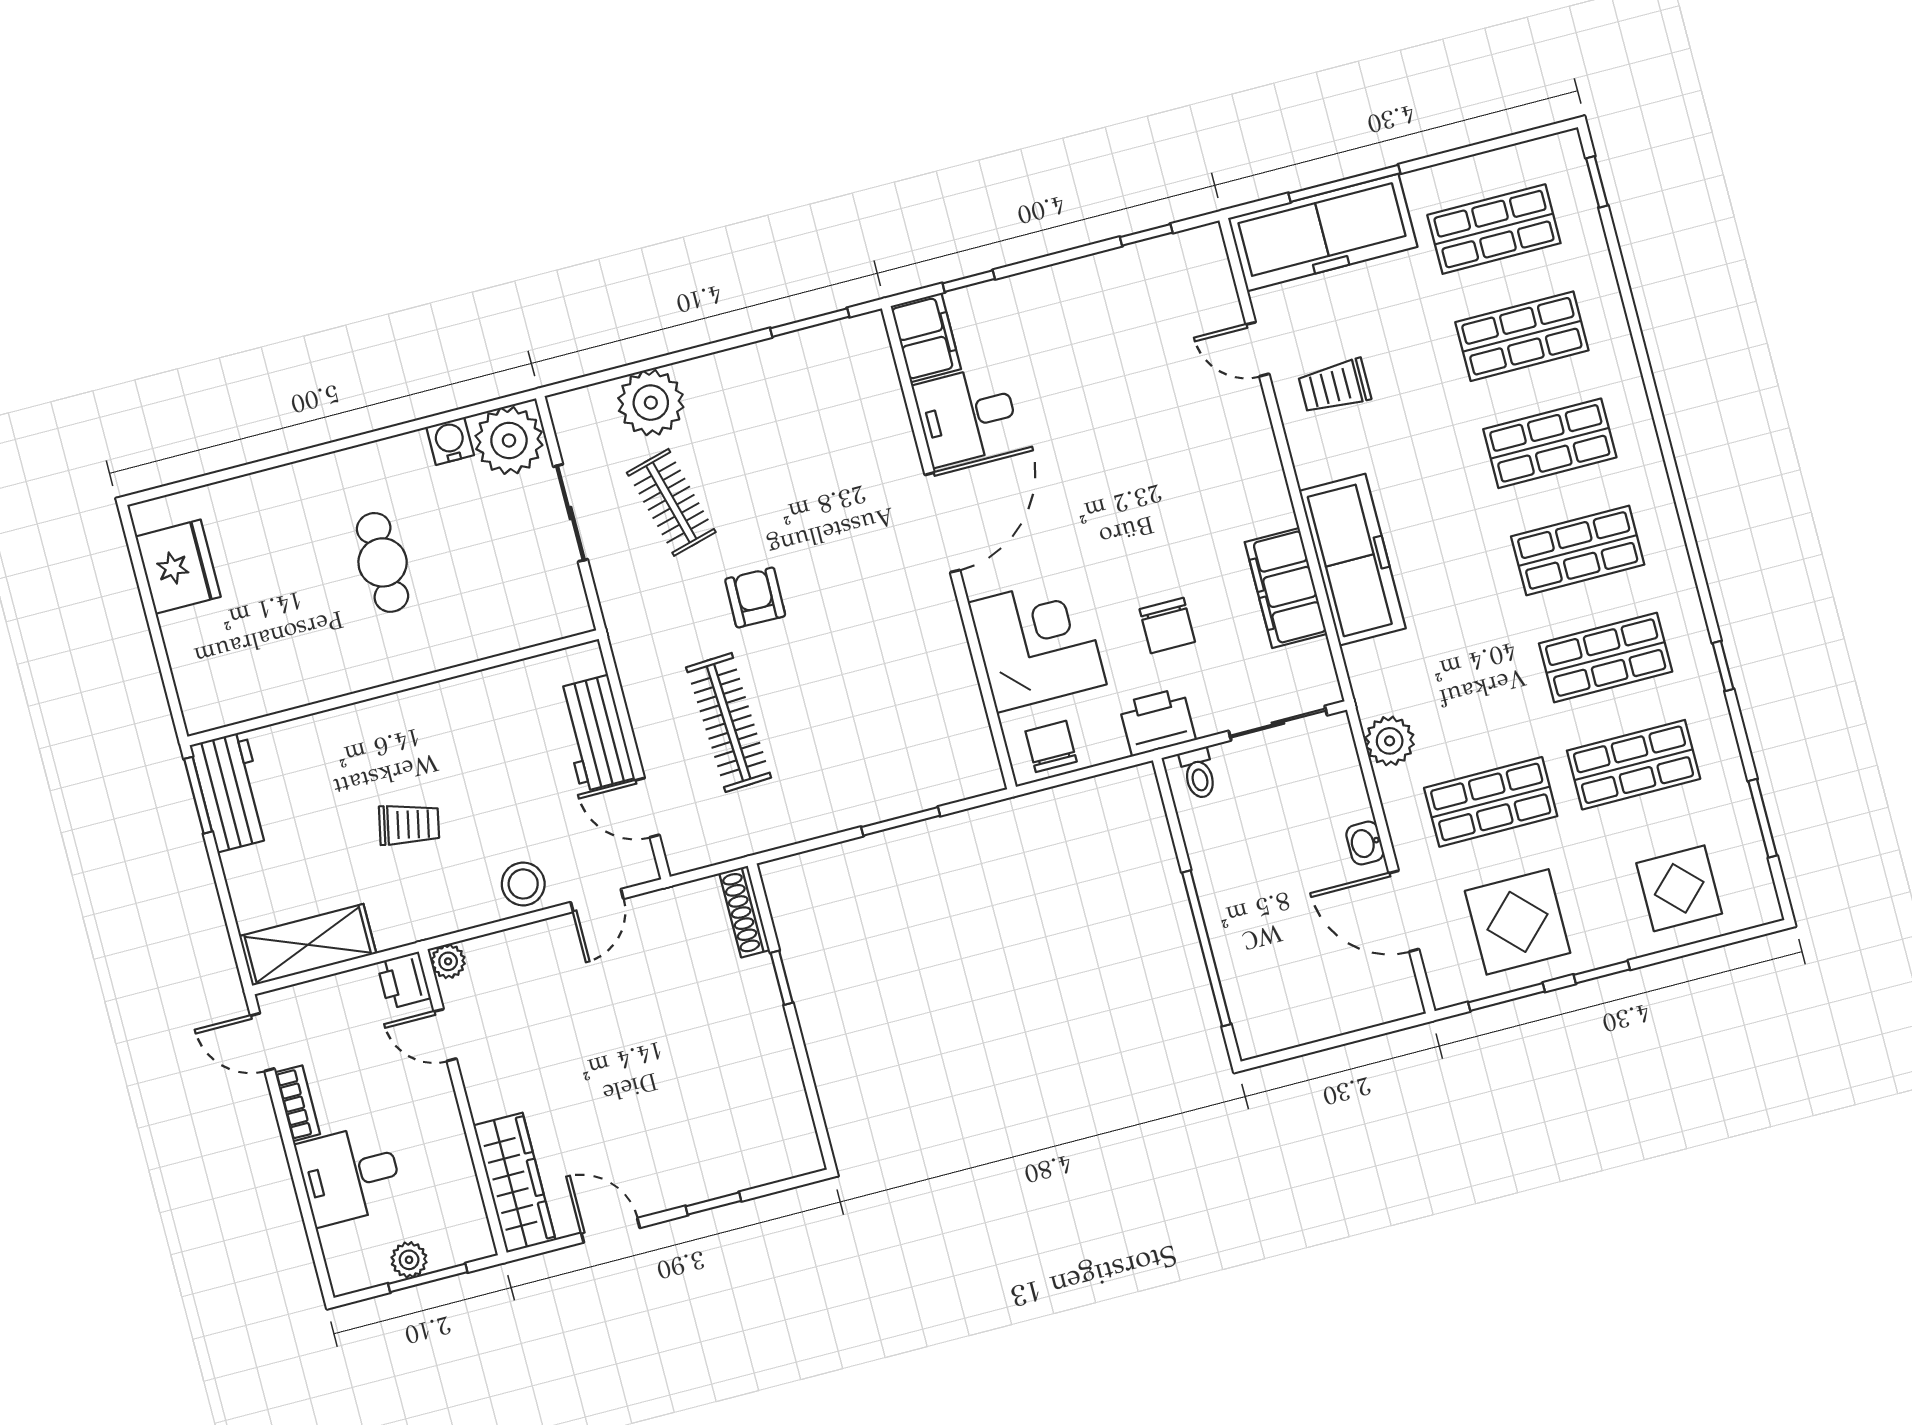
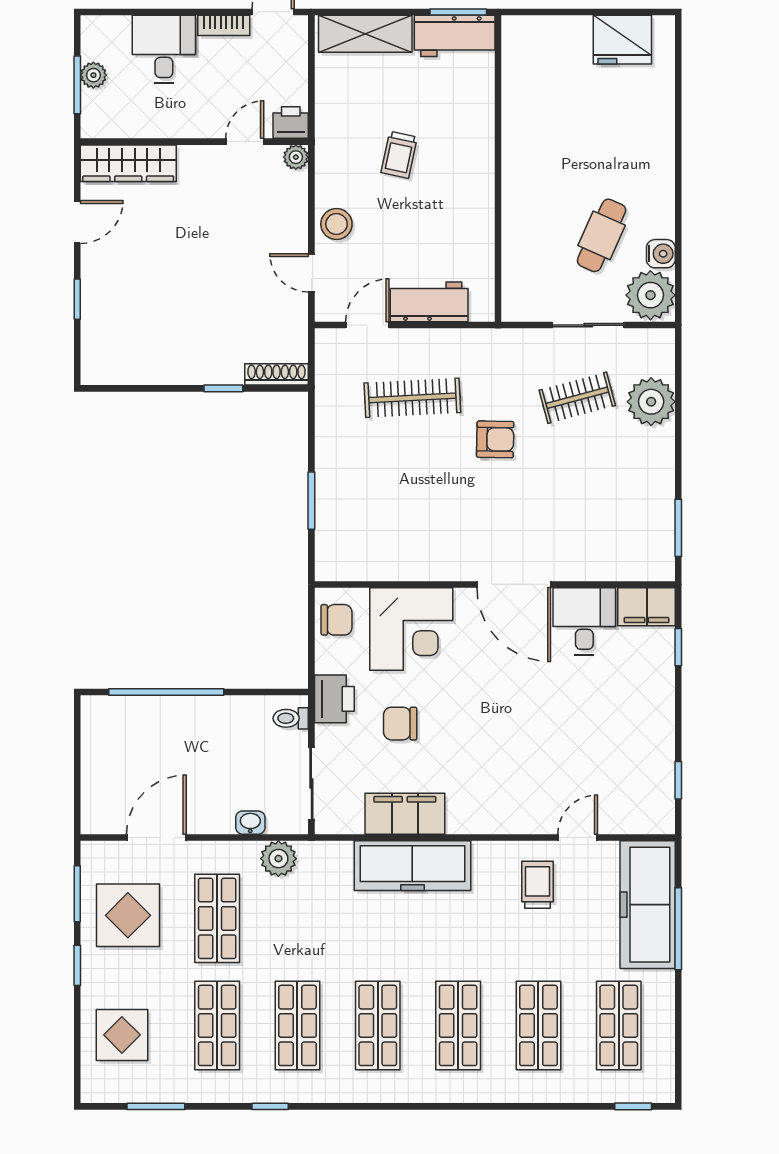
cafe table: (383, 562) -> (602, 235), moved, turned -66
washbasin: (1365, 843) -> (250, 823), moved
shelving: (308, 945) -> (365, 34), moved, turned 90

